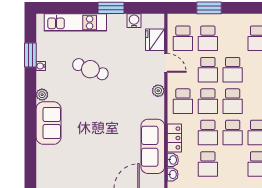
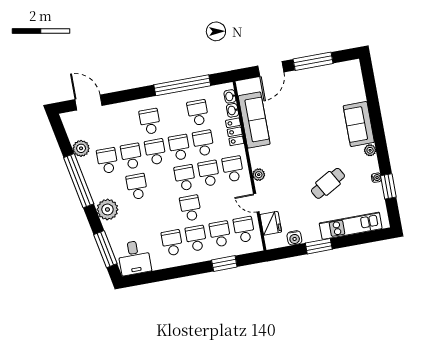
cafe table: (90, 69) -> (328, 183), turned -51
school desk: (208, 70) -> (196, 238), moved

